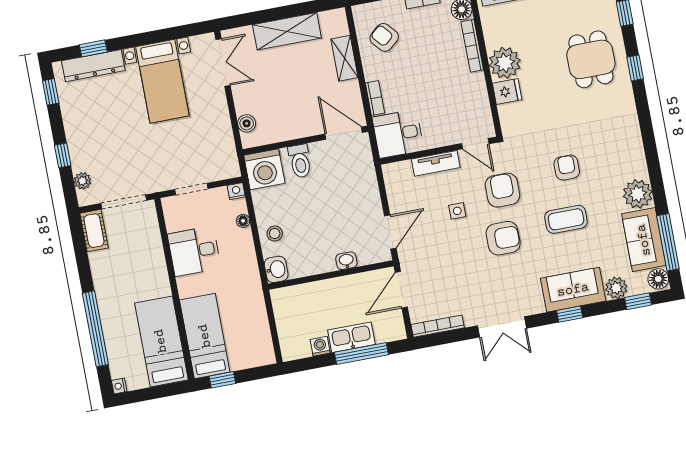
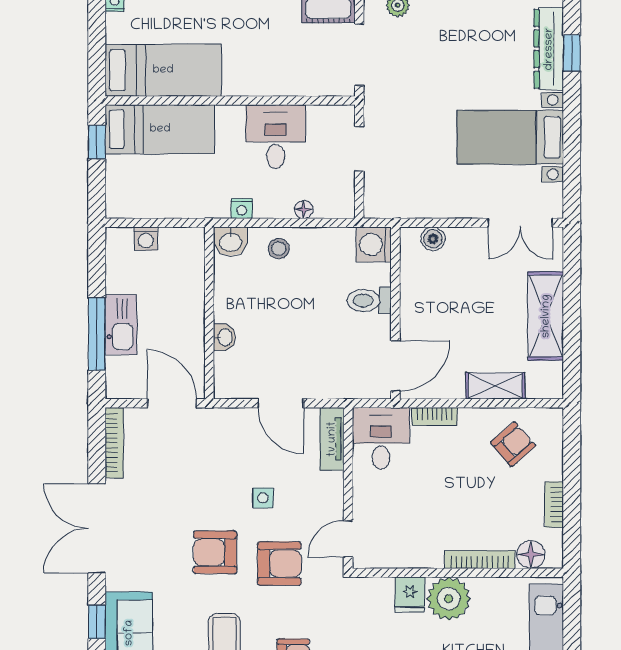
tv unit: (436, 163) -> (332, 439), moved
washing machine: (264, 169) -> (374, 244), width x0.73, depth x0.73
nightstand: (236, 191) -> (242, 209), moved, turned 90
door: (390, 232) -> (281, 403), moved
armchair: (503, 238) -> (215, 552), turned 90
double door: (502, 327) -> (97, 528), width x1.37
washing machine: (320, 346) -> (146, 239), moved, turned 90

